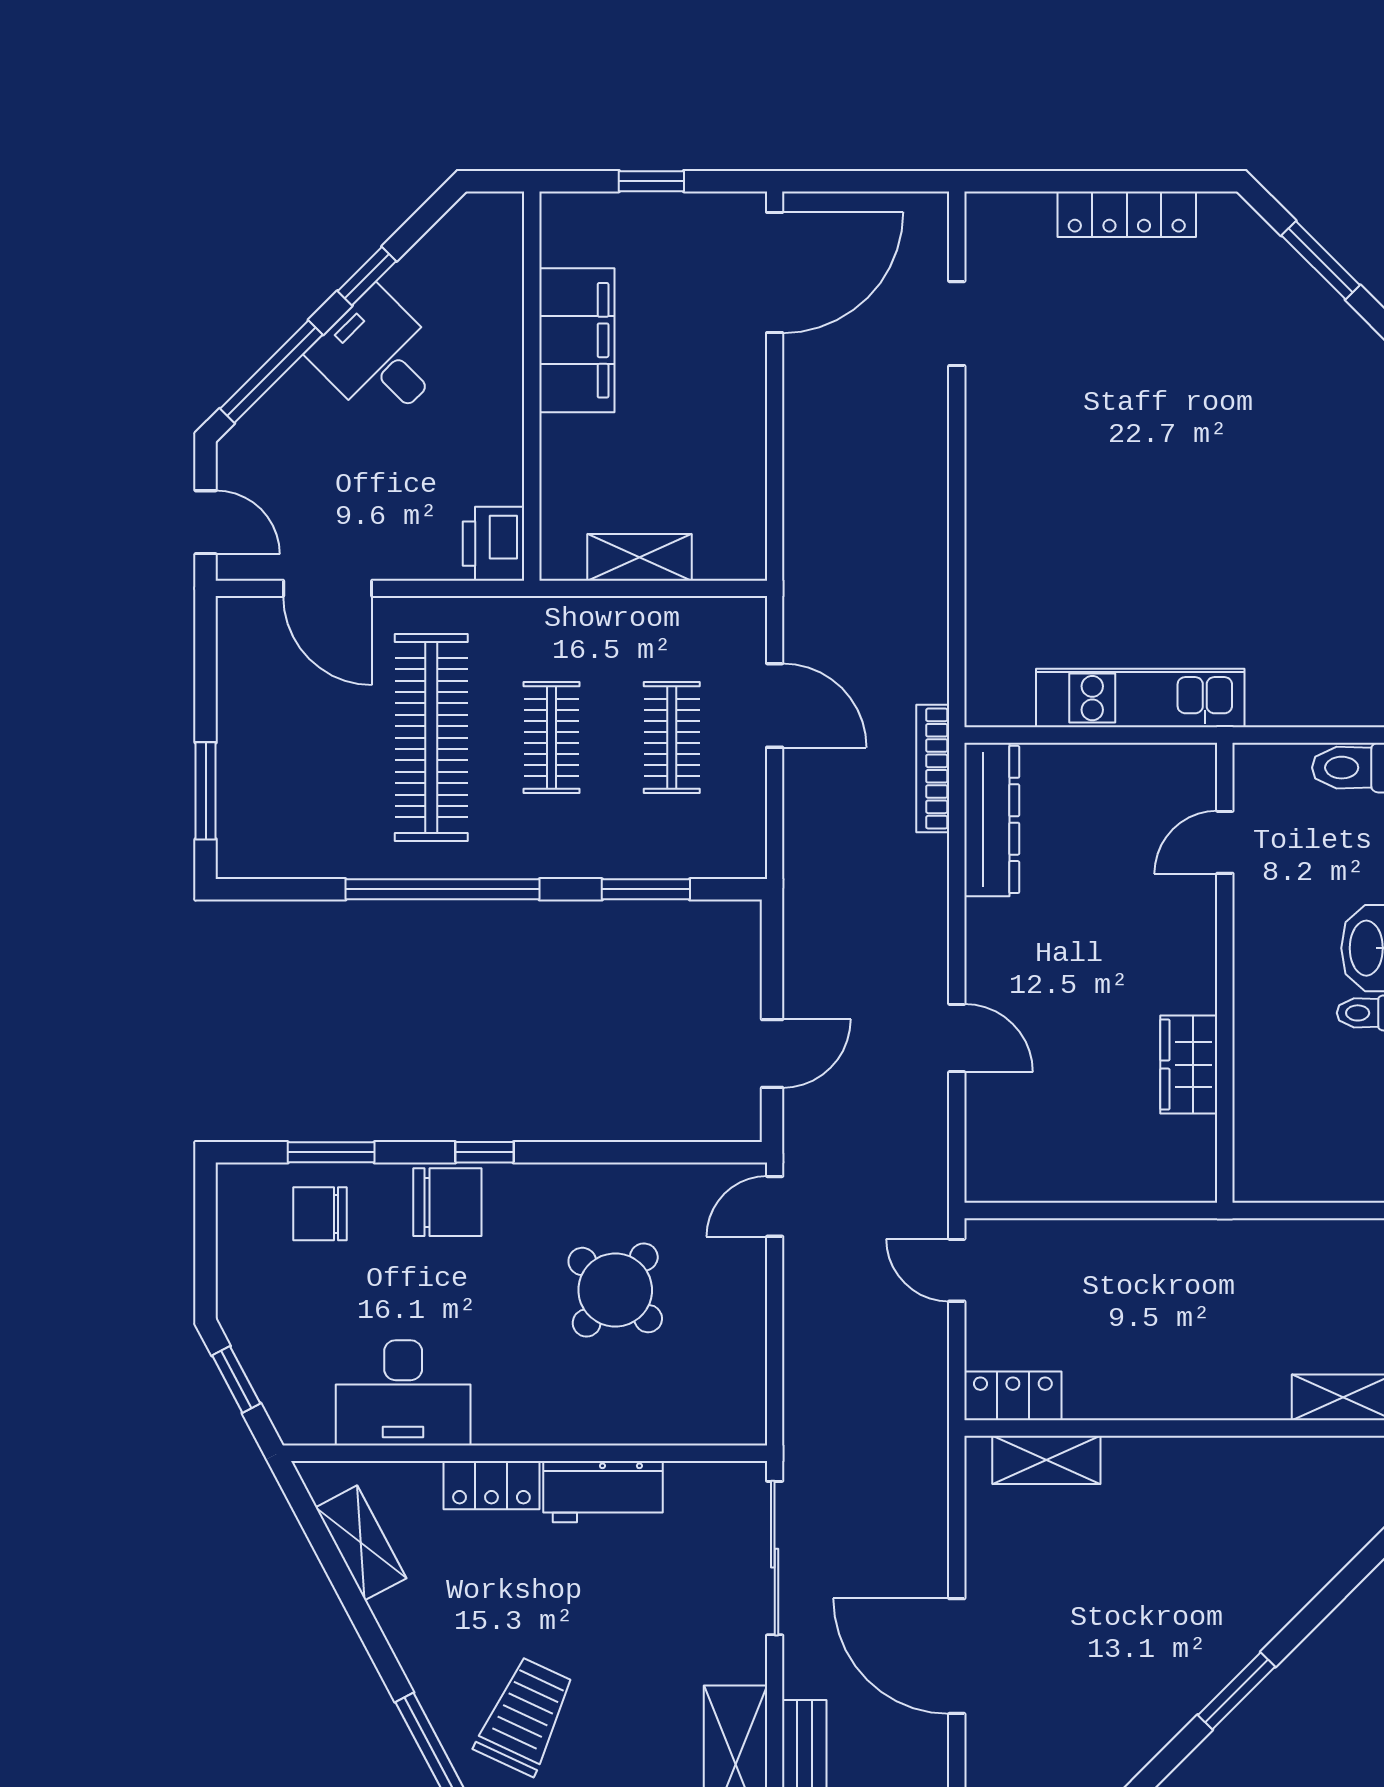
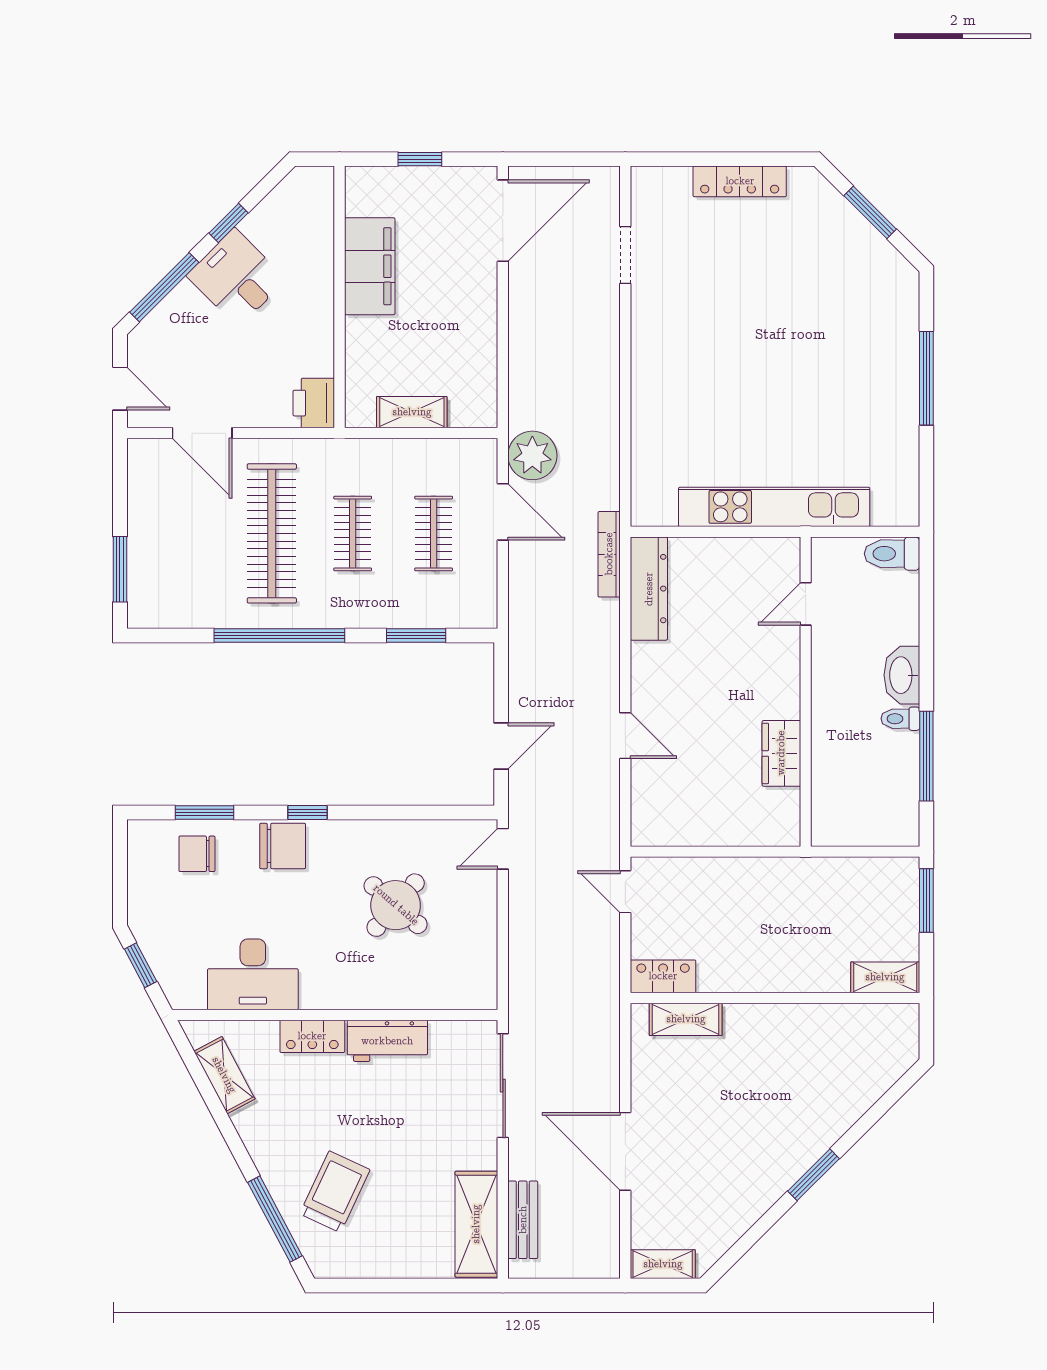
plant: (819, 622) -> (532, 455), added
kitchen unit: (1140, 698) -> (774, 507), width x1.36

